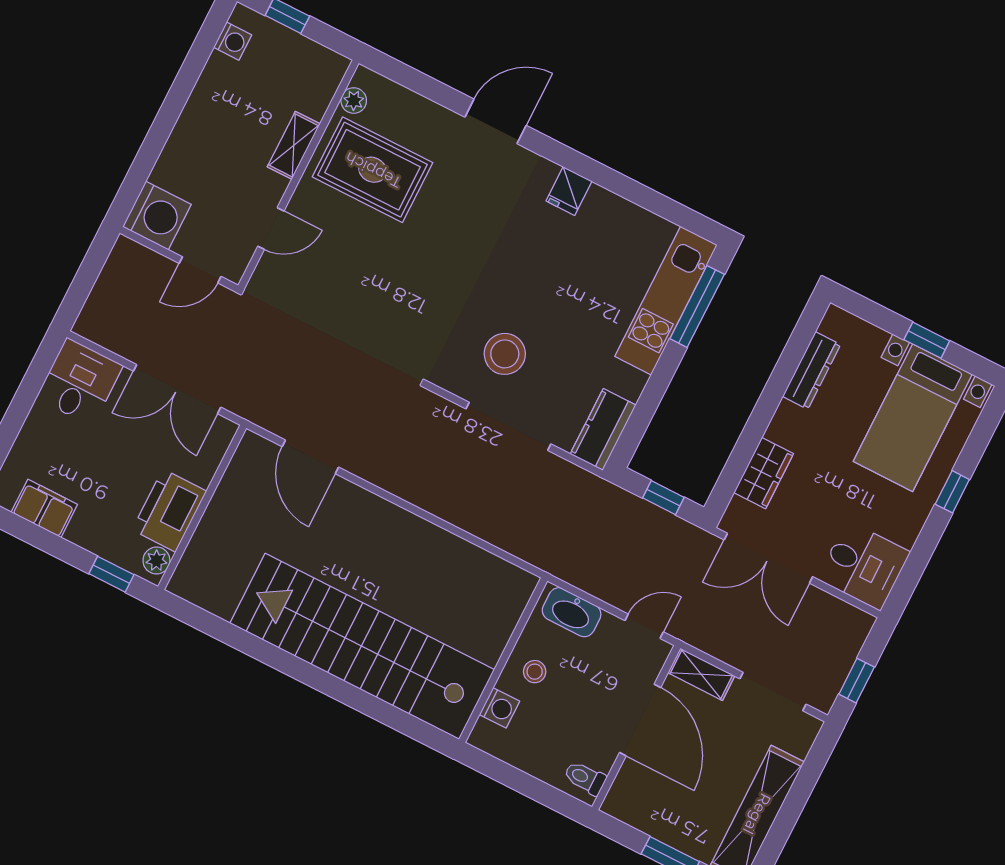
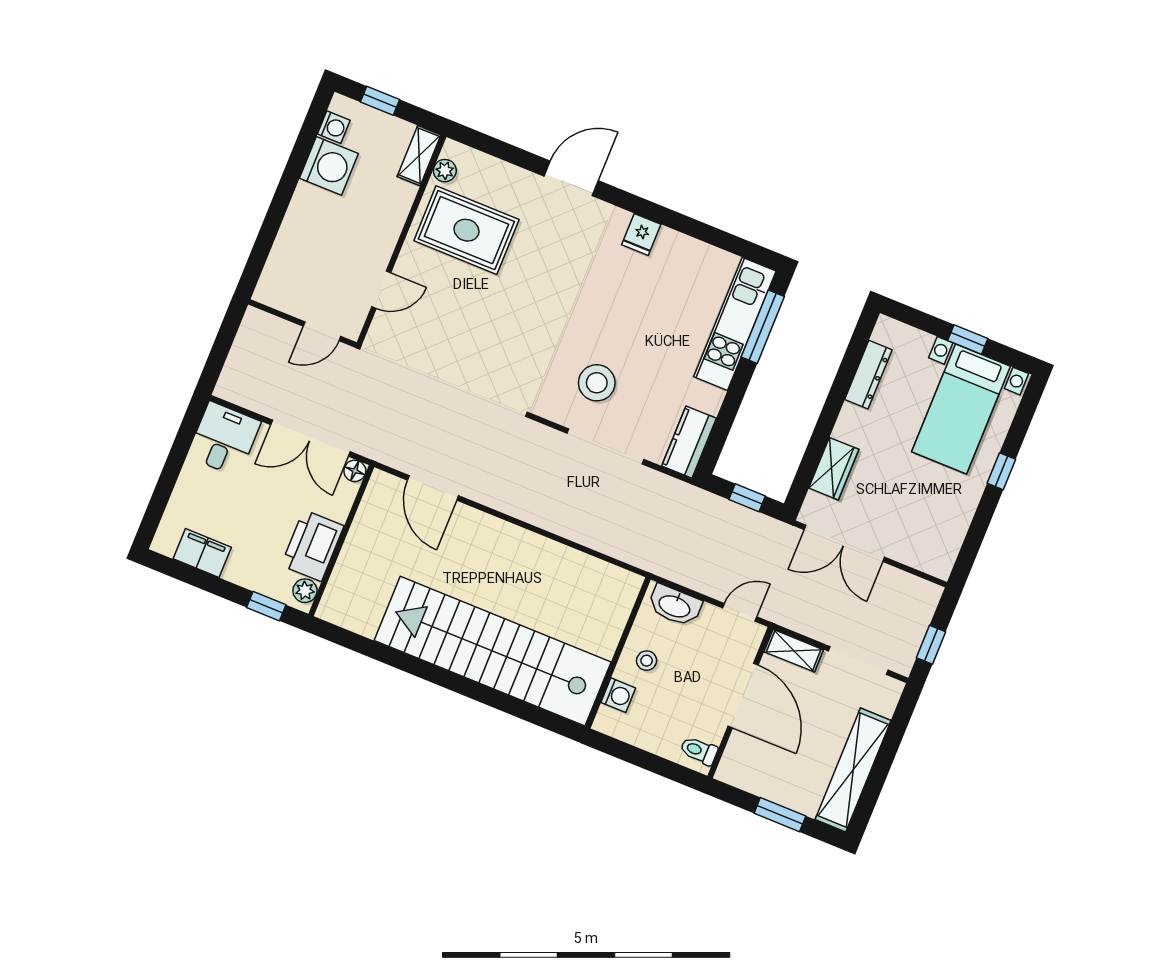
shelving: (294, 145) -> (419, 156), moved
washing machine: (157, 216) -> (329, 166), moved
floor lamp: (224, 430) -> (355, 471), added
desk: (864, 565) -> (929, 543), removed

